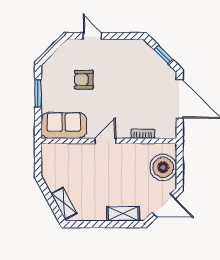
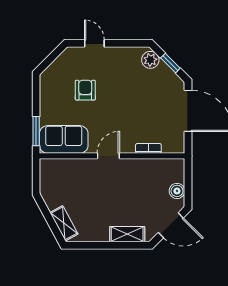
plant: (145, 51) -> (150, 60), added
armchair: (84, 80) -> (85, 90), turned 90
window: (38, 93) -> (36, 131), moved
boiler: (163, 167) -> (177, 191), width x0.54, depth x0.54

